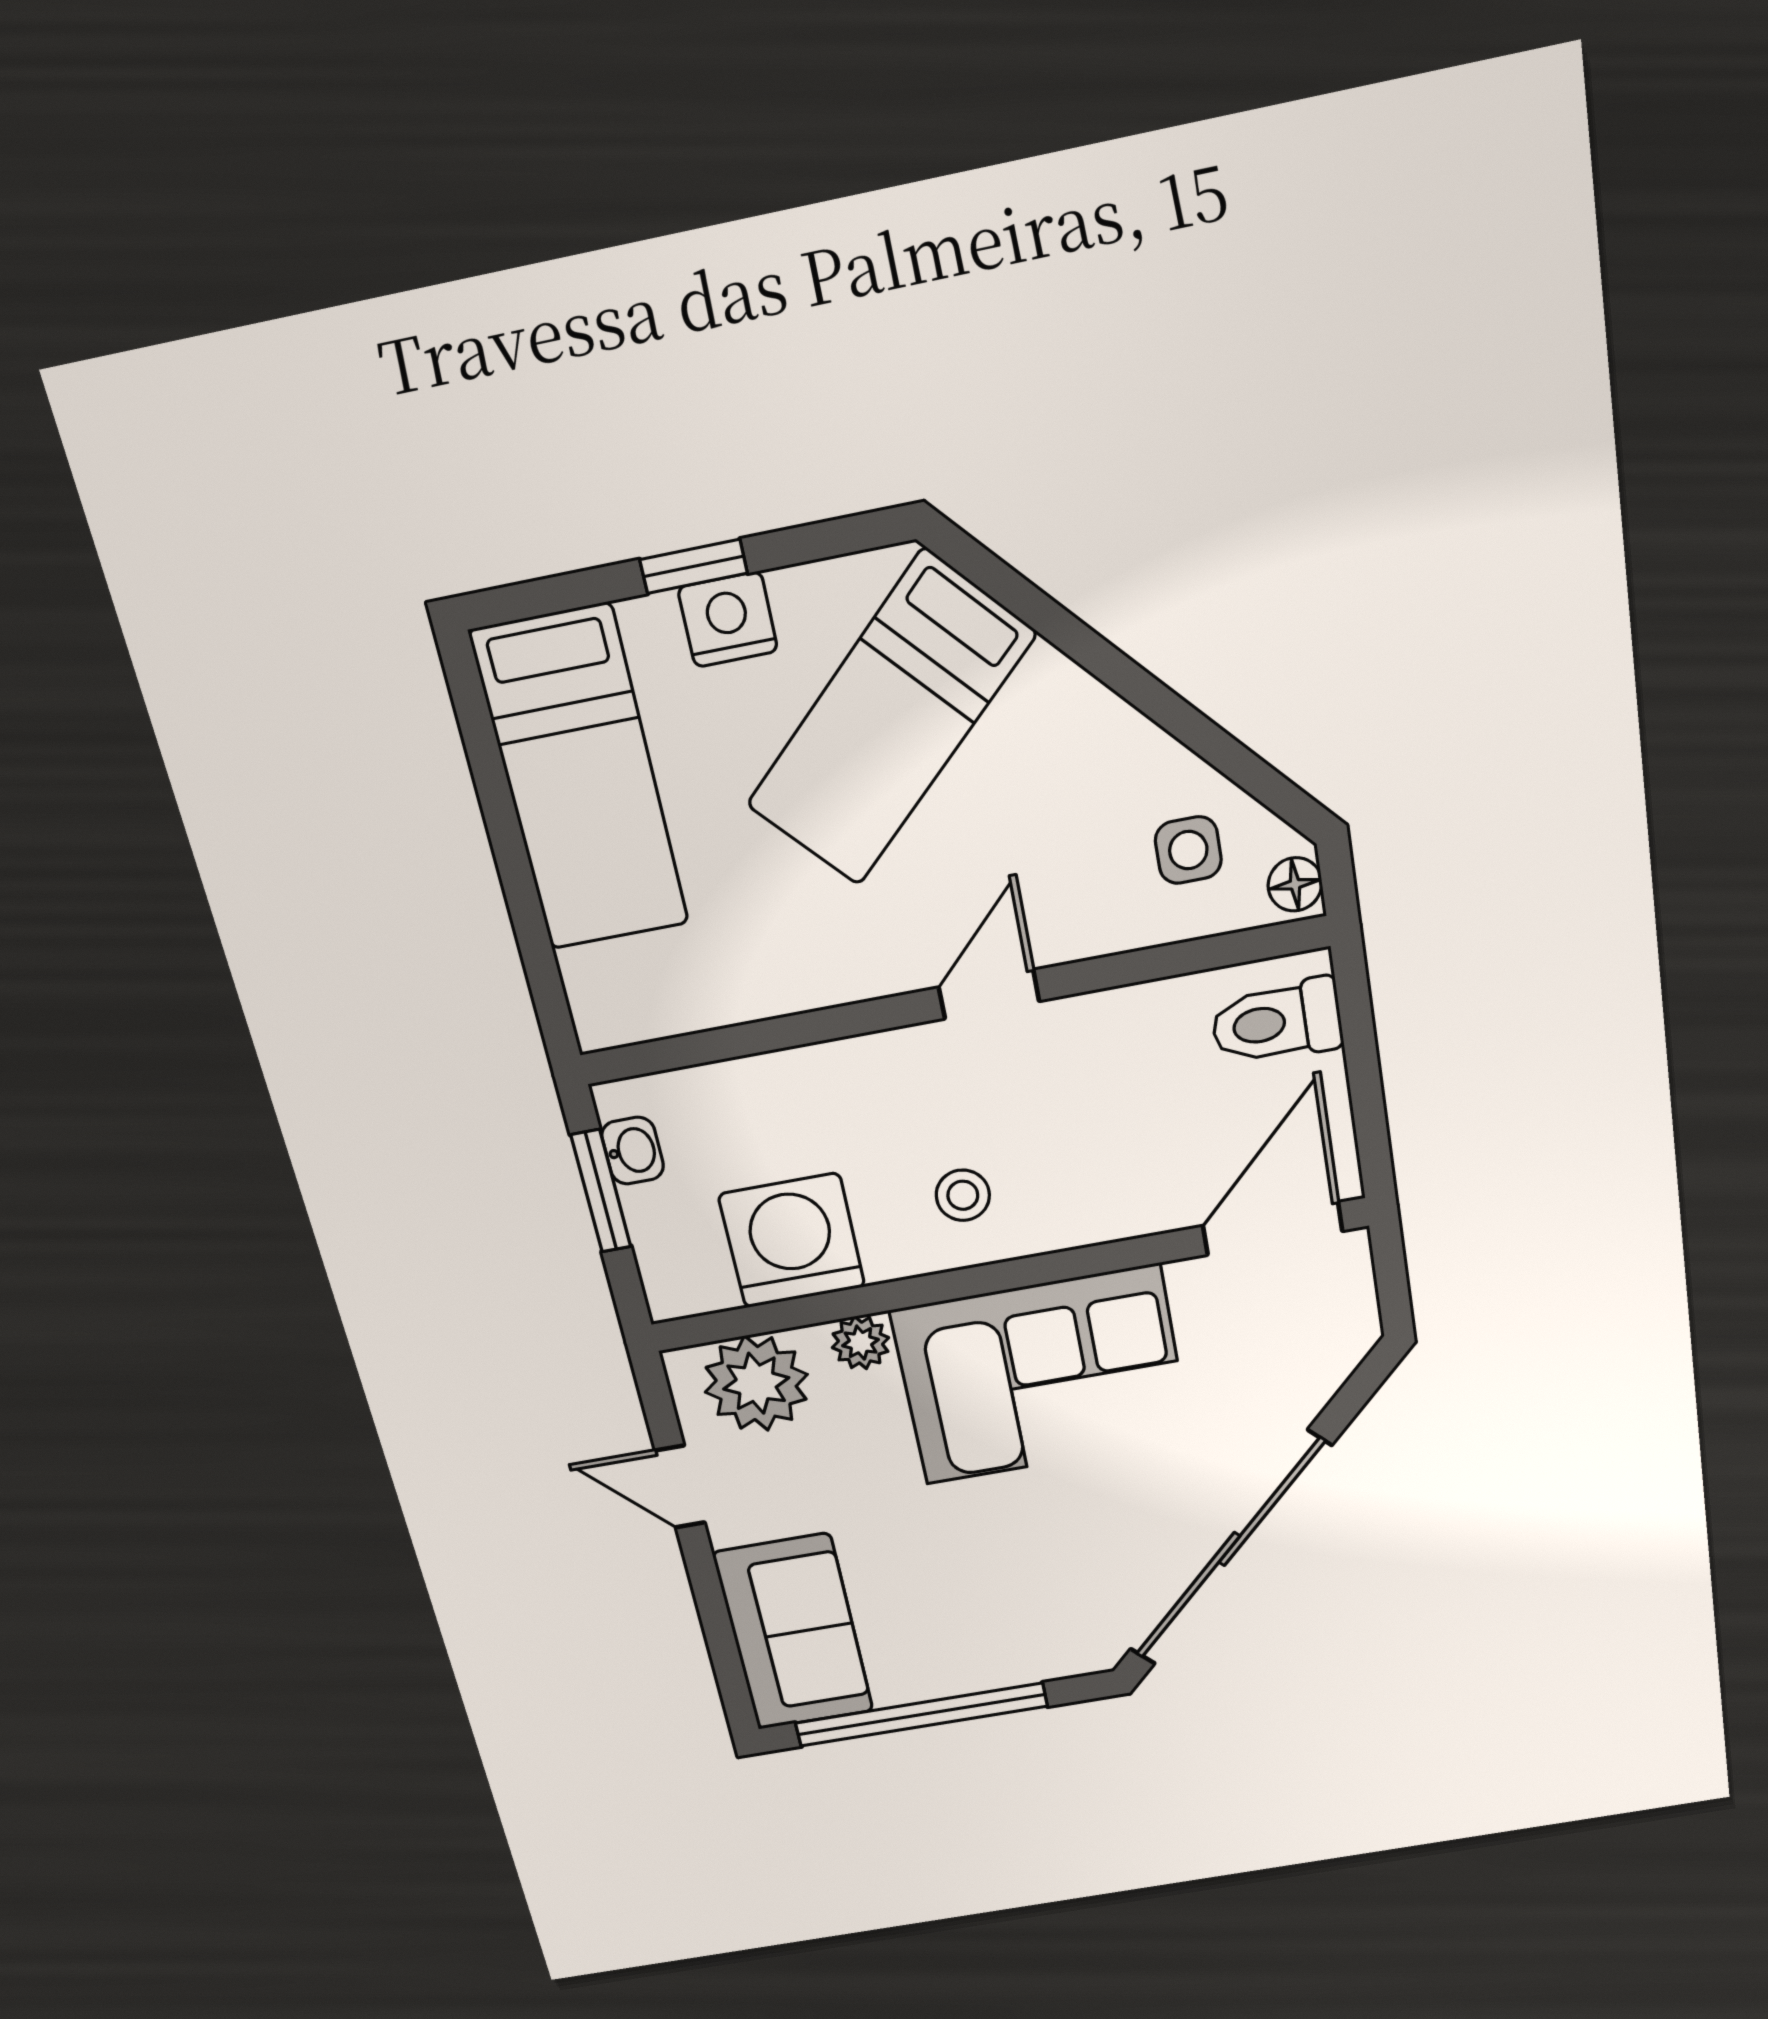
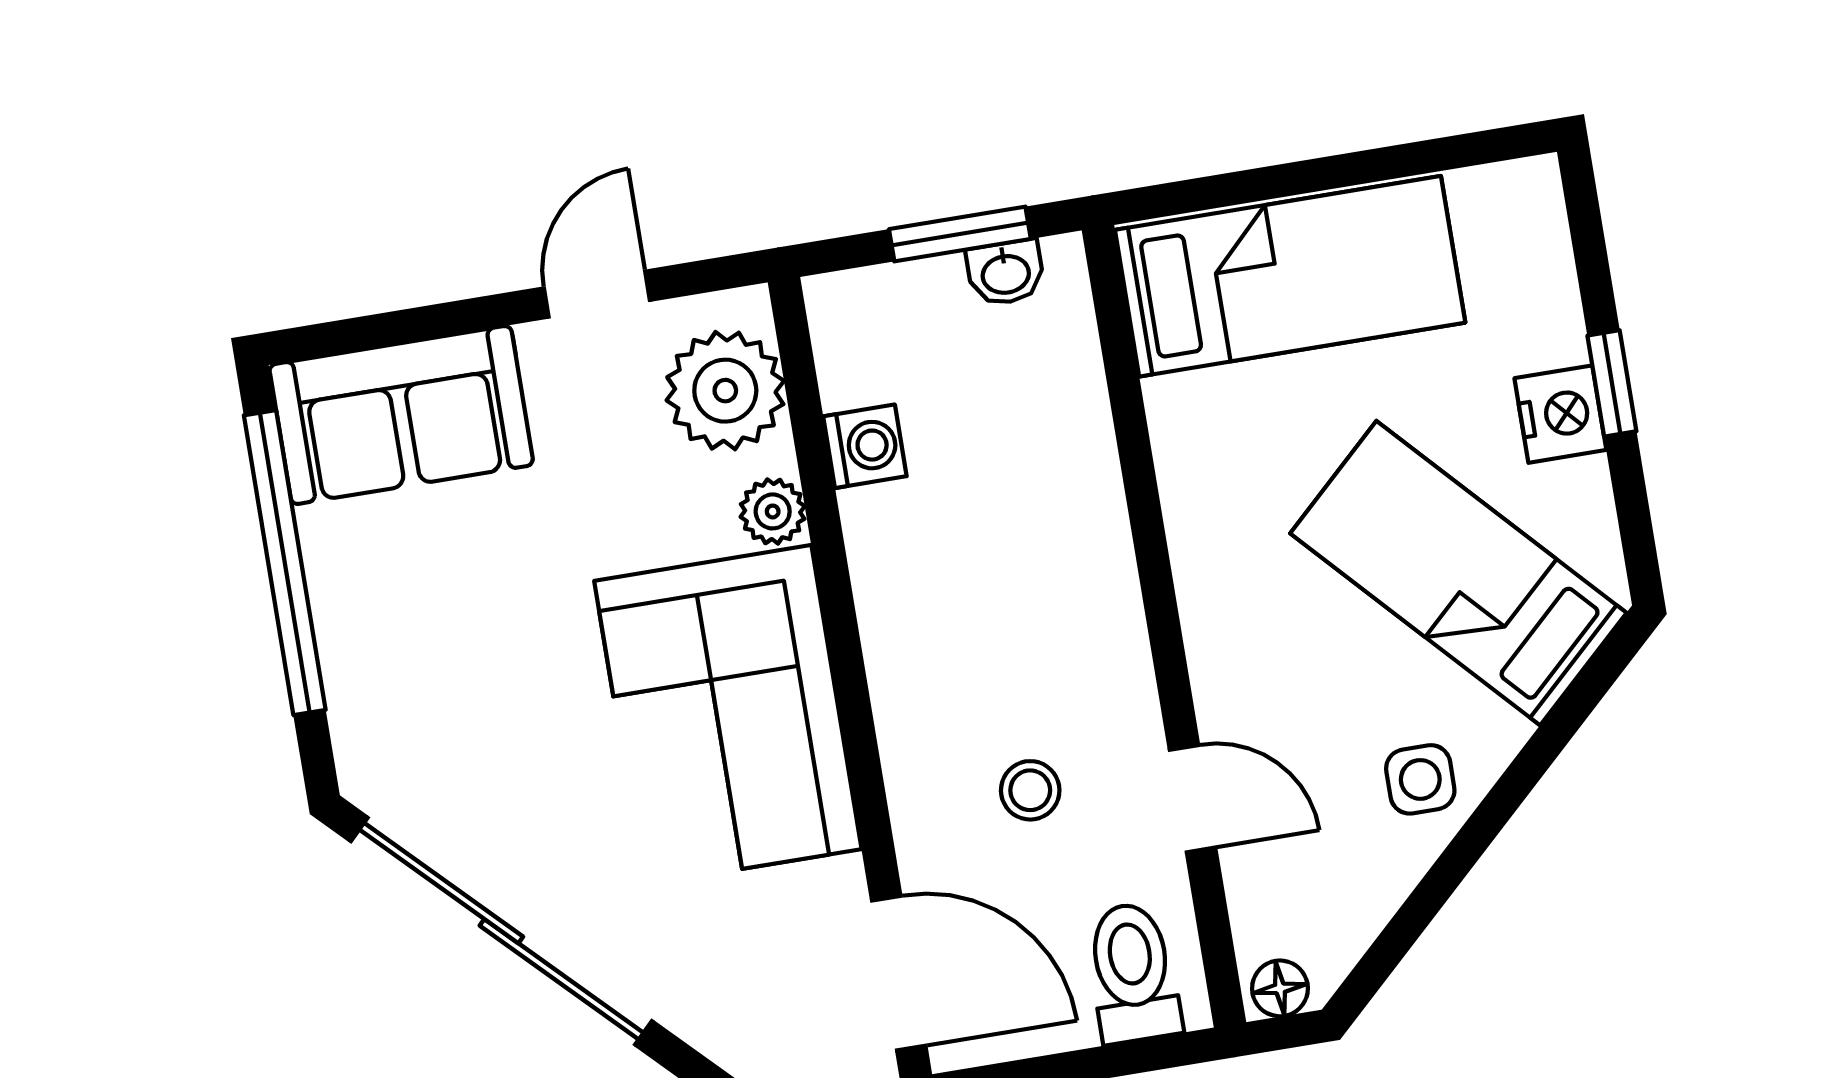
bed: (581, 780) -> (1290, 276), moved, turned 180
side table: (1188, 850) -> (1420, 779), moved
door: (989, 994) -> (1193, 799), moved
stool: (963, 1195) -> (1030, 790), moved
washing machine: (792, 1241) -> (865, 446), width x0.53, depth x0.53

